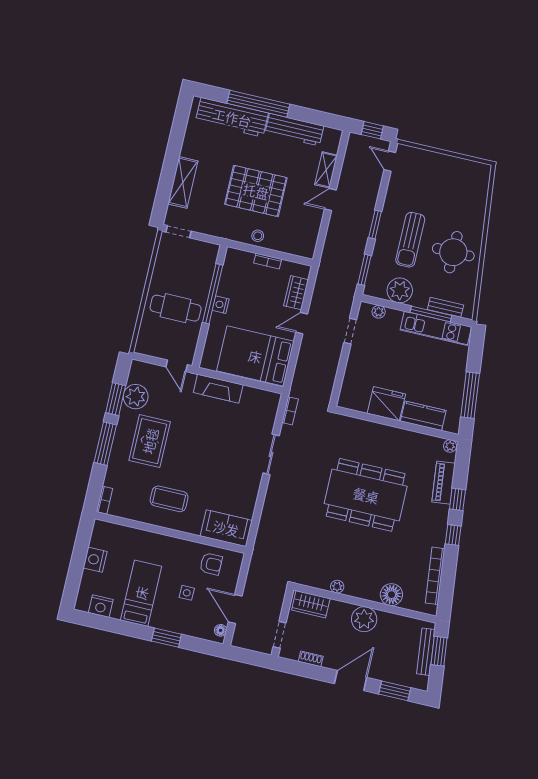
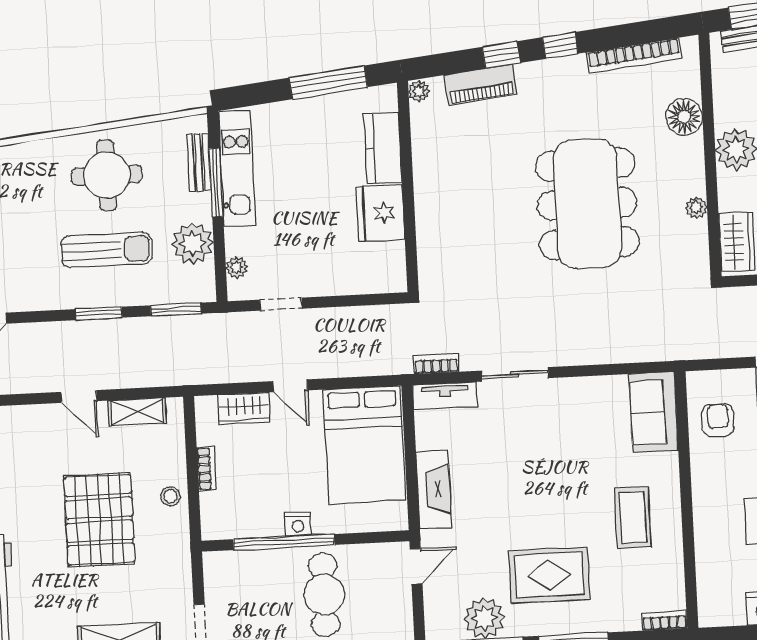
shelving: (326, 170) -> (137, 412), moved
tv unit: (270, 411) -> (445, 396), added
dining table: (366, 495) -> (587, 204), moved

